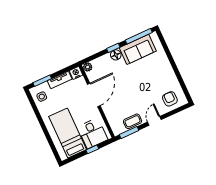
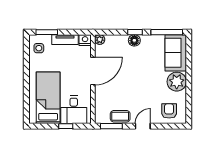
sofa: (138, 49) -> (176, 53), moved, turned 90
plant: (165, 72) -> (177, 82), added

